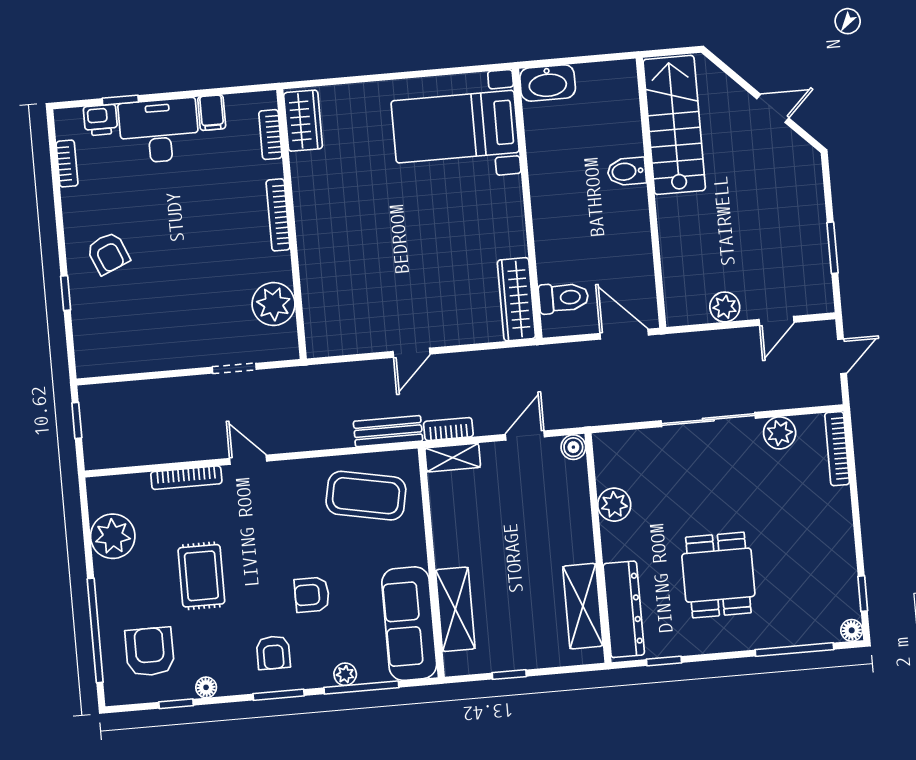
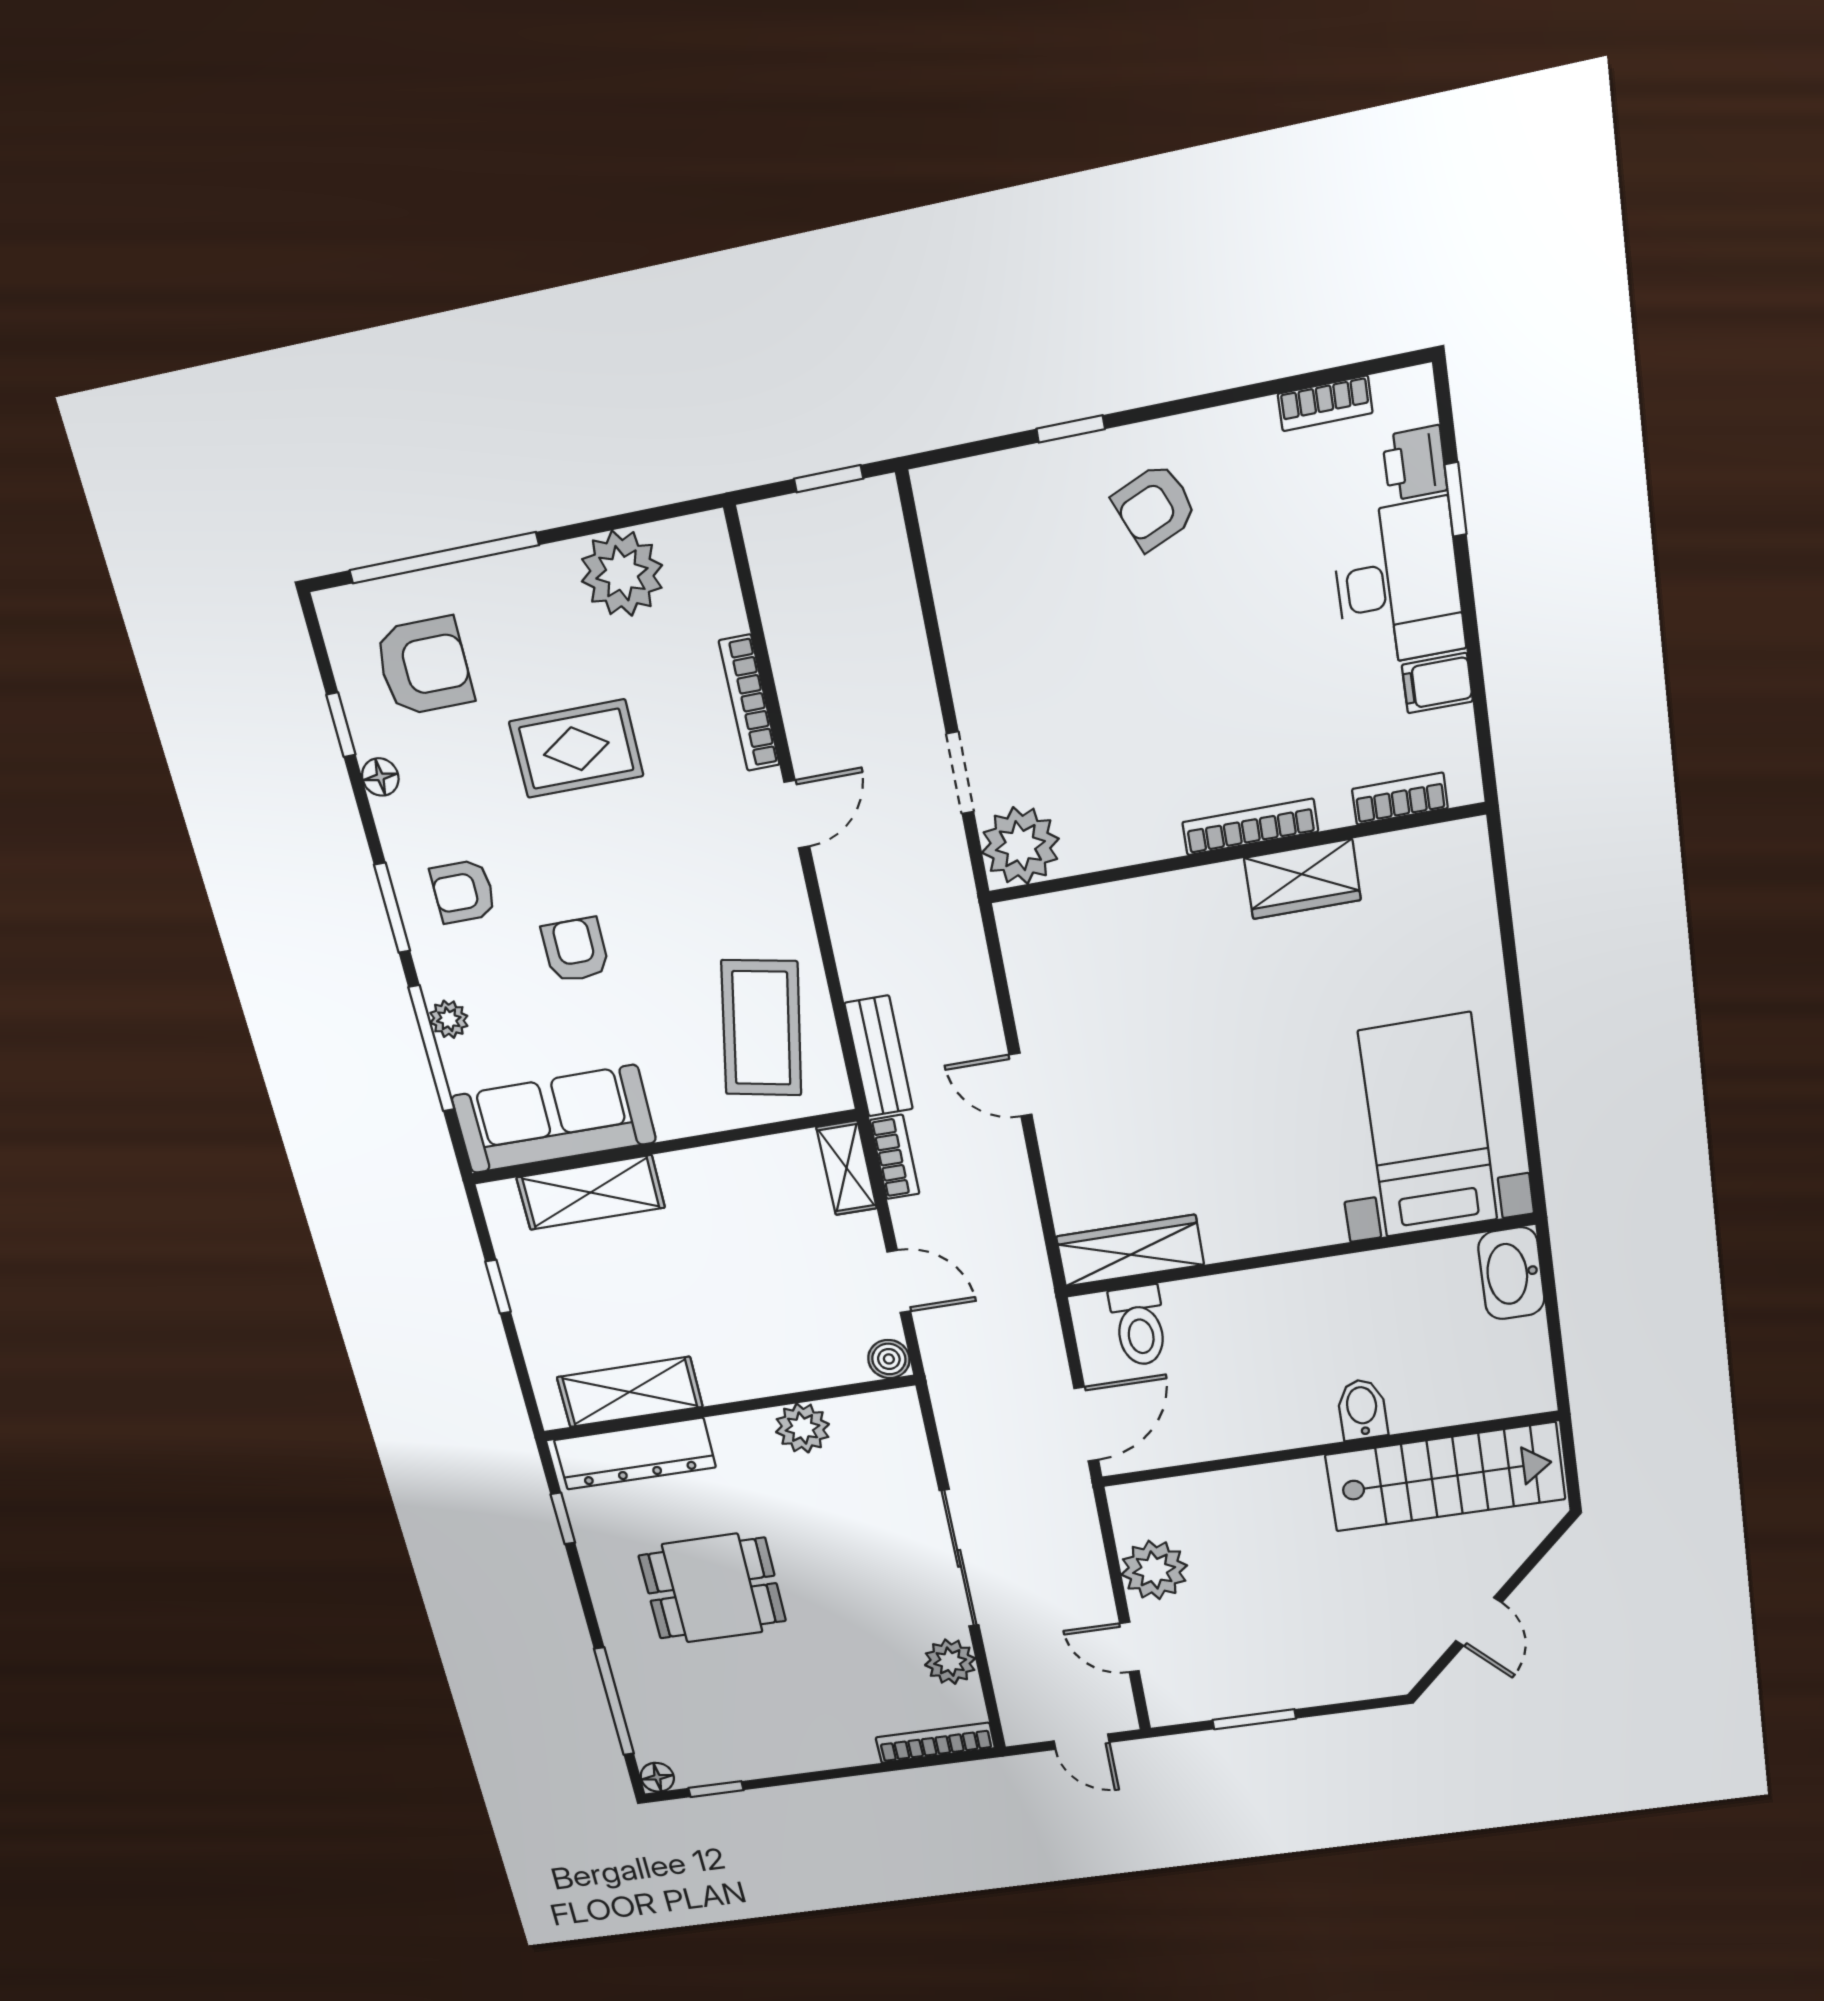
wardrobe: (303, 121) -> (1302, 879), moved
plant: (273, 304) -> (1020, 846), moved
plant: (725, 307) -> (1154, 1570), width x1.36, depth x1.36

